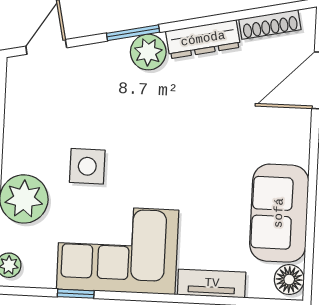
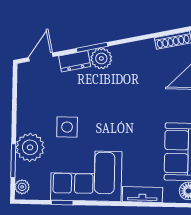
dresser: (203, 39) -> (75, 61), moved, width x0.70

